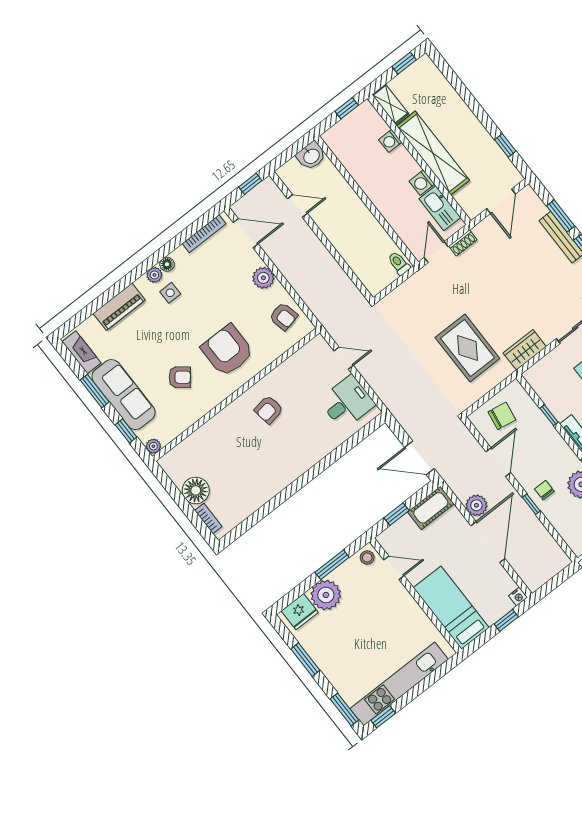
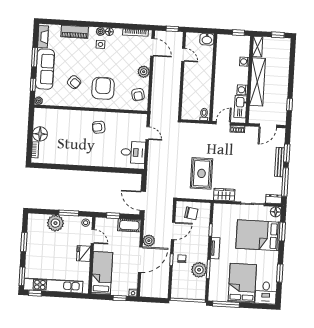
fridge: (300, 612) -> (84, 254), moved, turned 90

